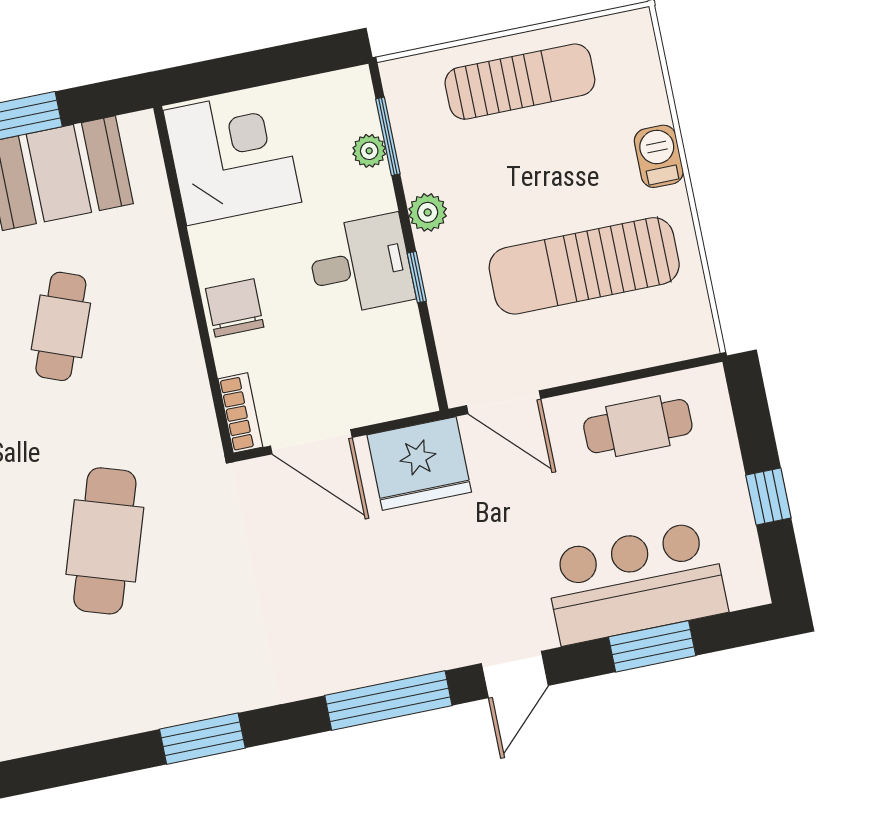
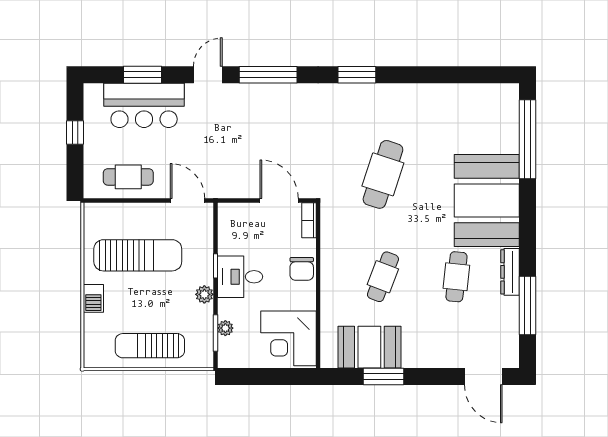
fridge: (419, 463) -> (232, 180), removed

